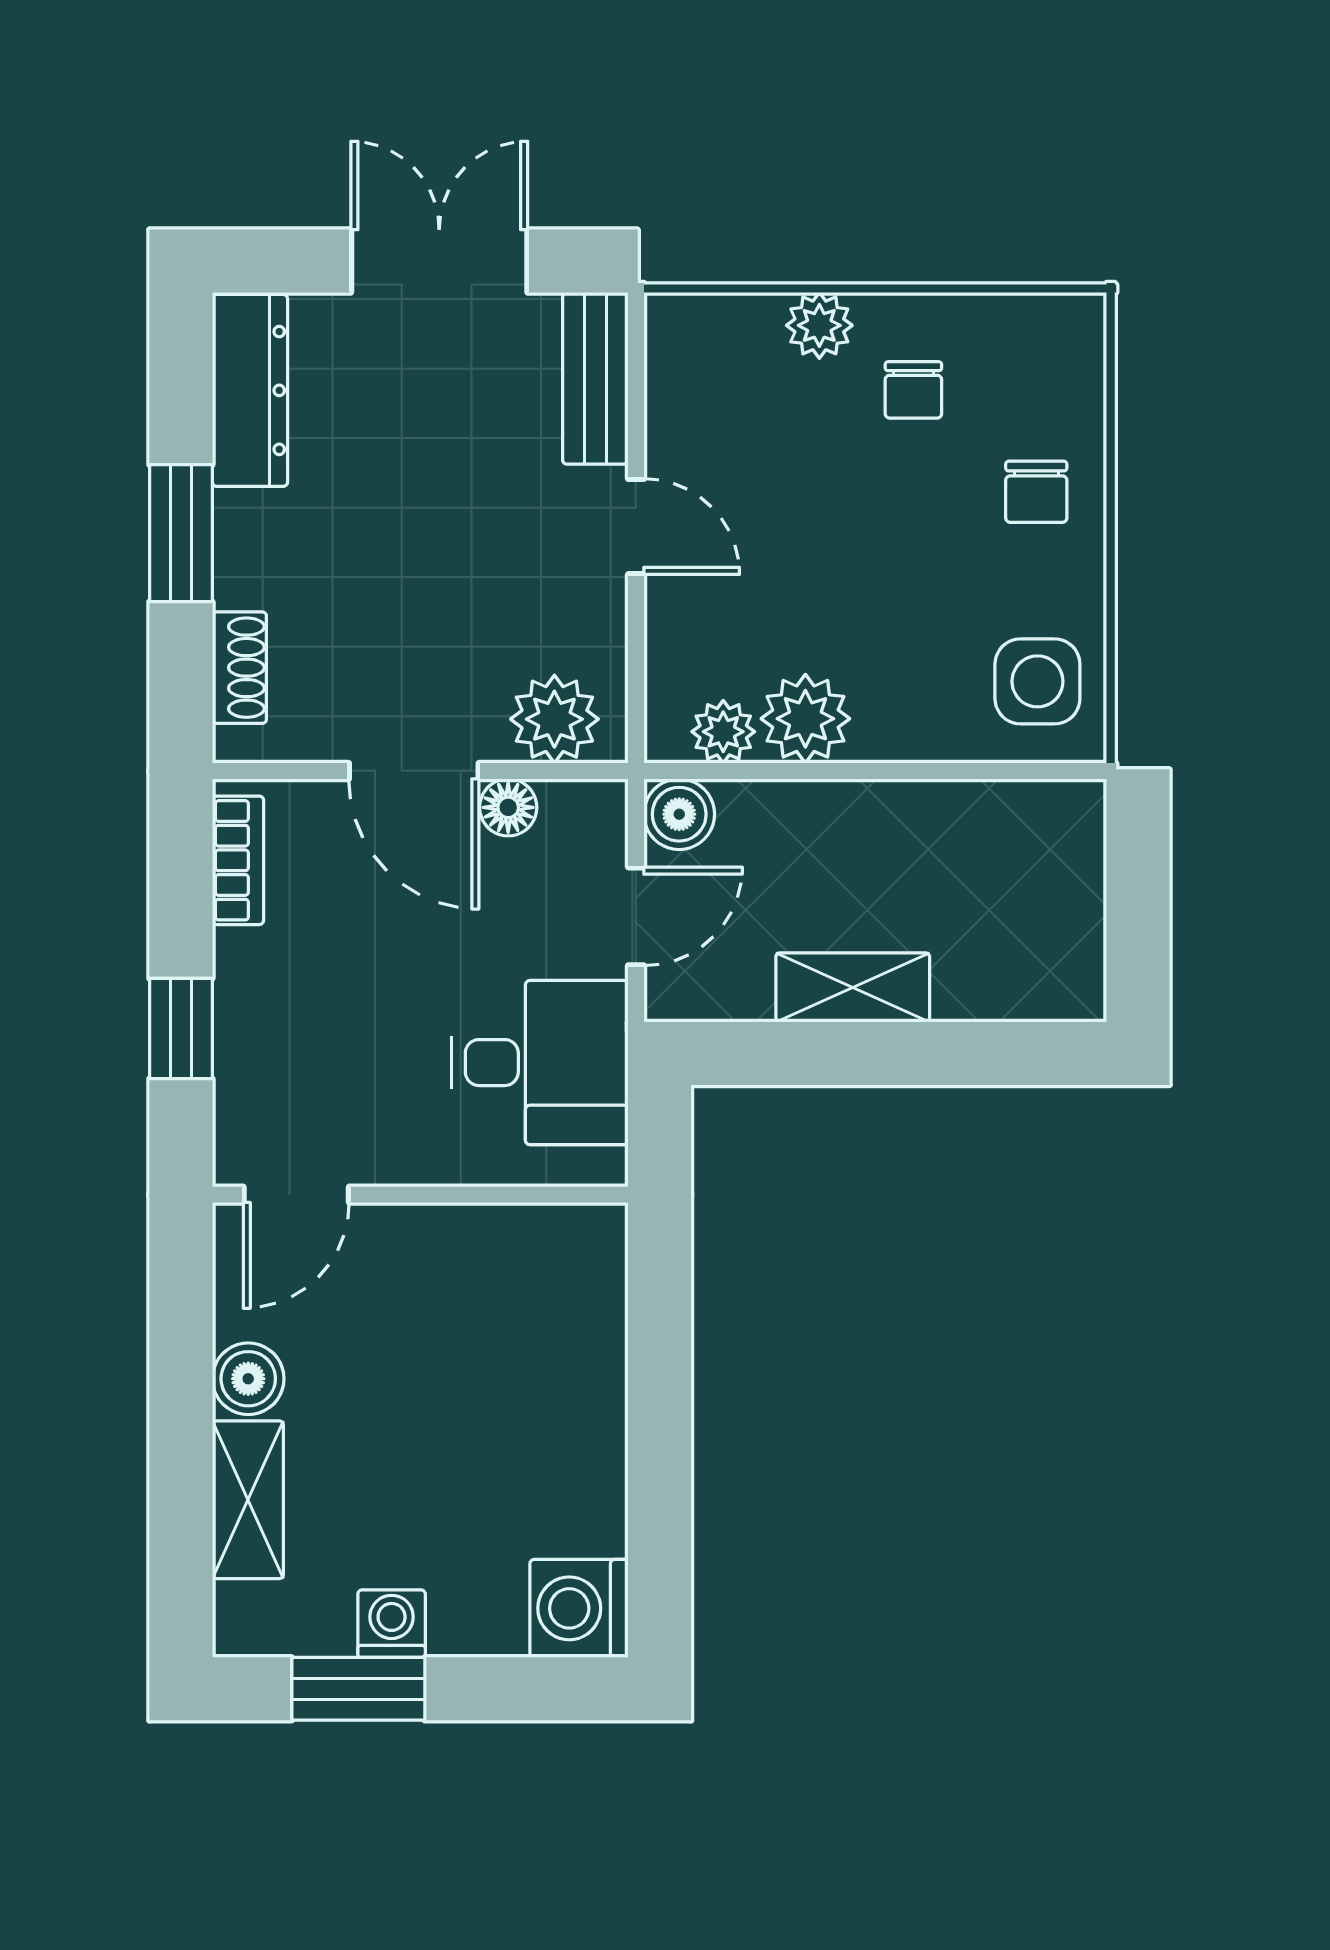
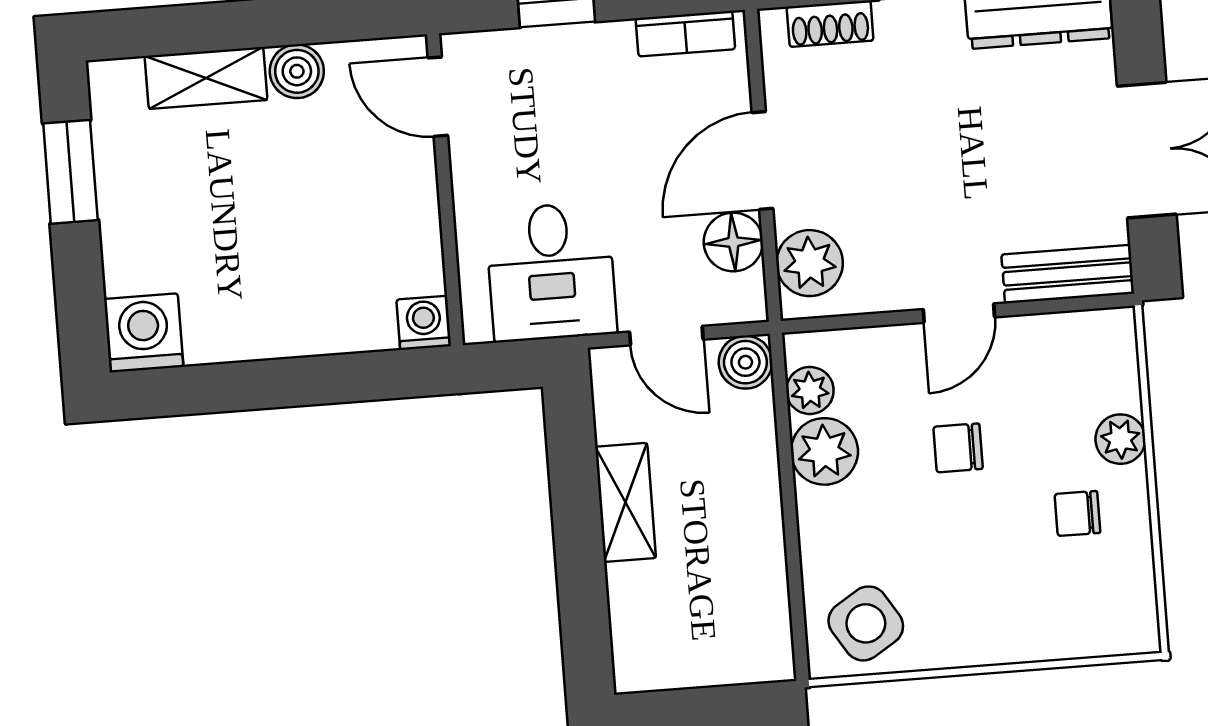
chair: (1036, 492) -> (958, 448), moved
side table: (1037, 681) -> (866, 623), turned -32
floor lamp: (508, 807) -> (733, 242), width x1.37, depth x1.37
washing machine: (392, 1624) -> (424, 323), moved, turned -90

